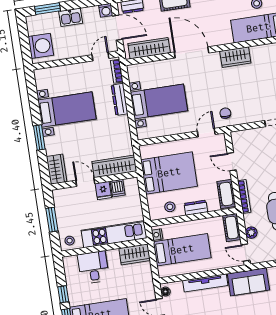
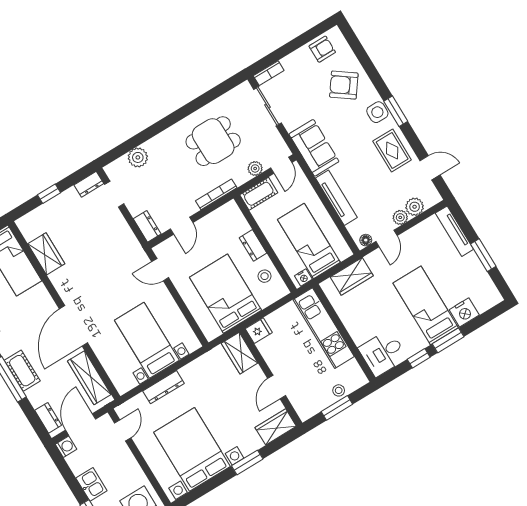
door: (101, 57) -> (123, 430), swing flipped
wardrobe: (235, 57) -> (46, 254), moved
bookcase: (117, 71) -> (132, 404), removed
bed with nightstands: (67, 110) -> (192, 449), width x1.36
chair: (225, 113) -> (128, 257), removed
dresser: (242, 136) -> (147, 226), added
wardrobe: (114, 166) -> (240, 353), width x0.67
dishwasher: (118, 188) -> (268, 346), removed
fridge: (103, 190) -> (259, 331), moved
cot: (226, 194) -> (222, 216), removed
stool: (70, 241) -> (339, 390), moved
wardrobe: (135, 254) -> (352, 276), moved, turned 90
desk: (93, 267) -> (383, 353), moved

